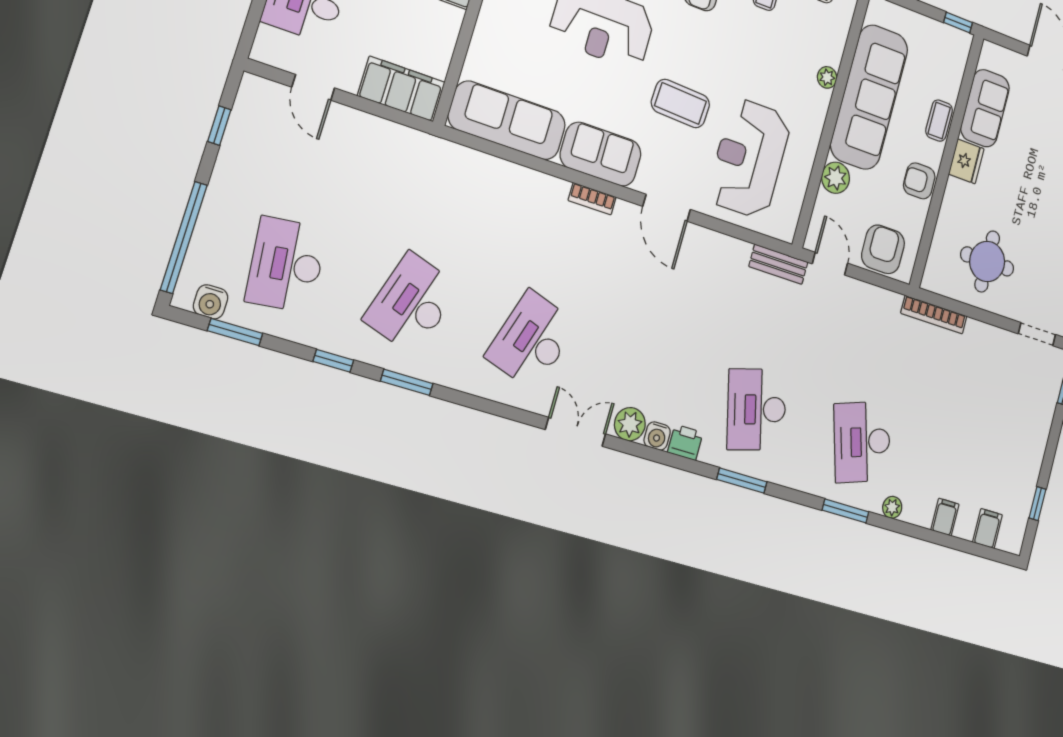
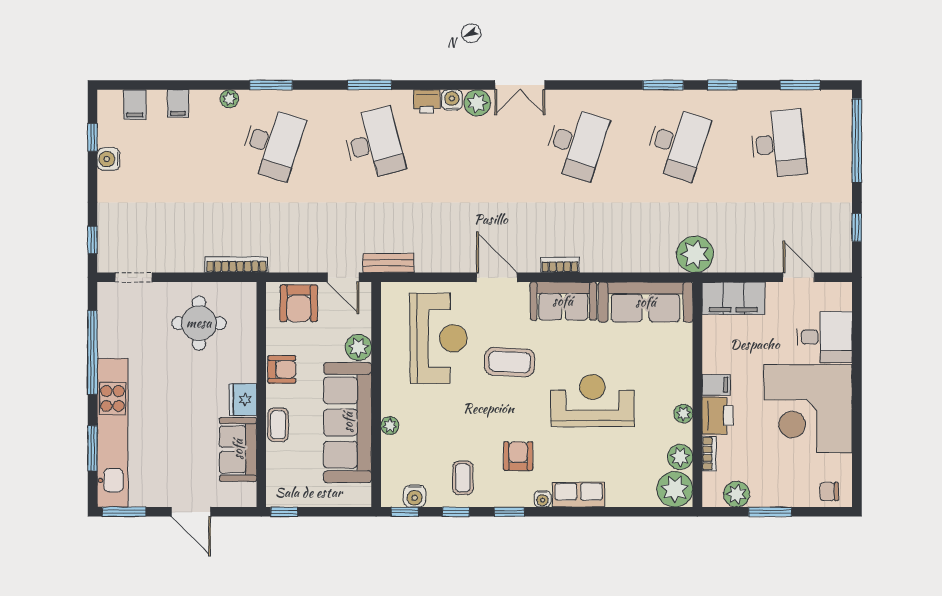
plant: (431, 159) -> (695, 254), added
water cooler: (211, 302) -> (109, 159), moved, turned -90
desk: (862, 442) -> (272, 144), turned 36

